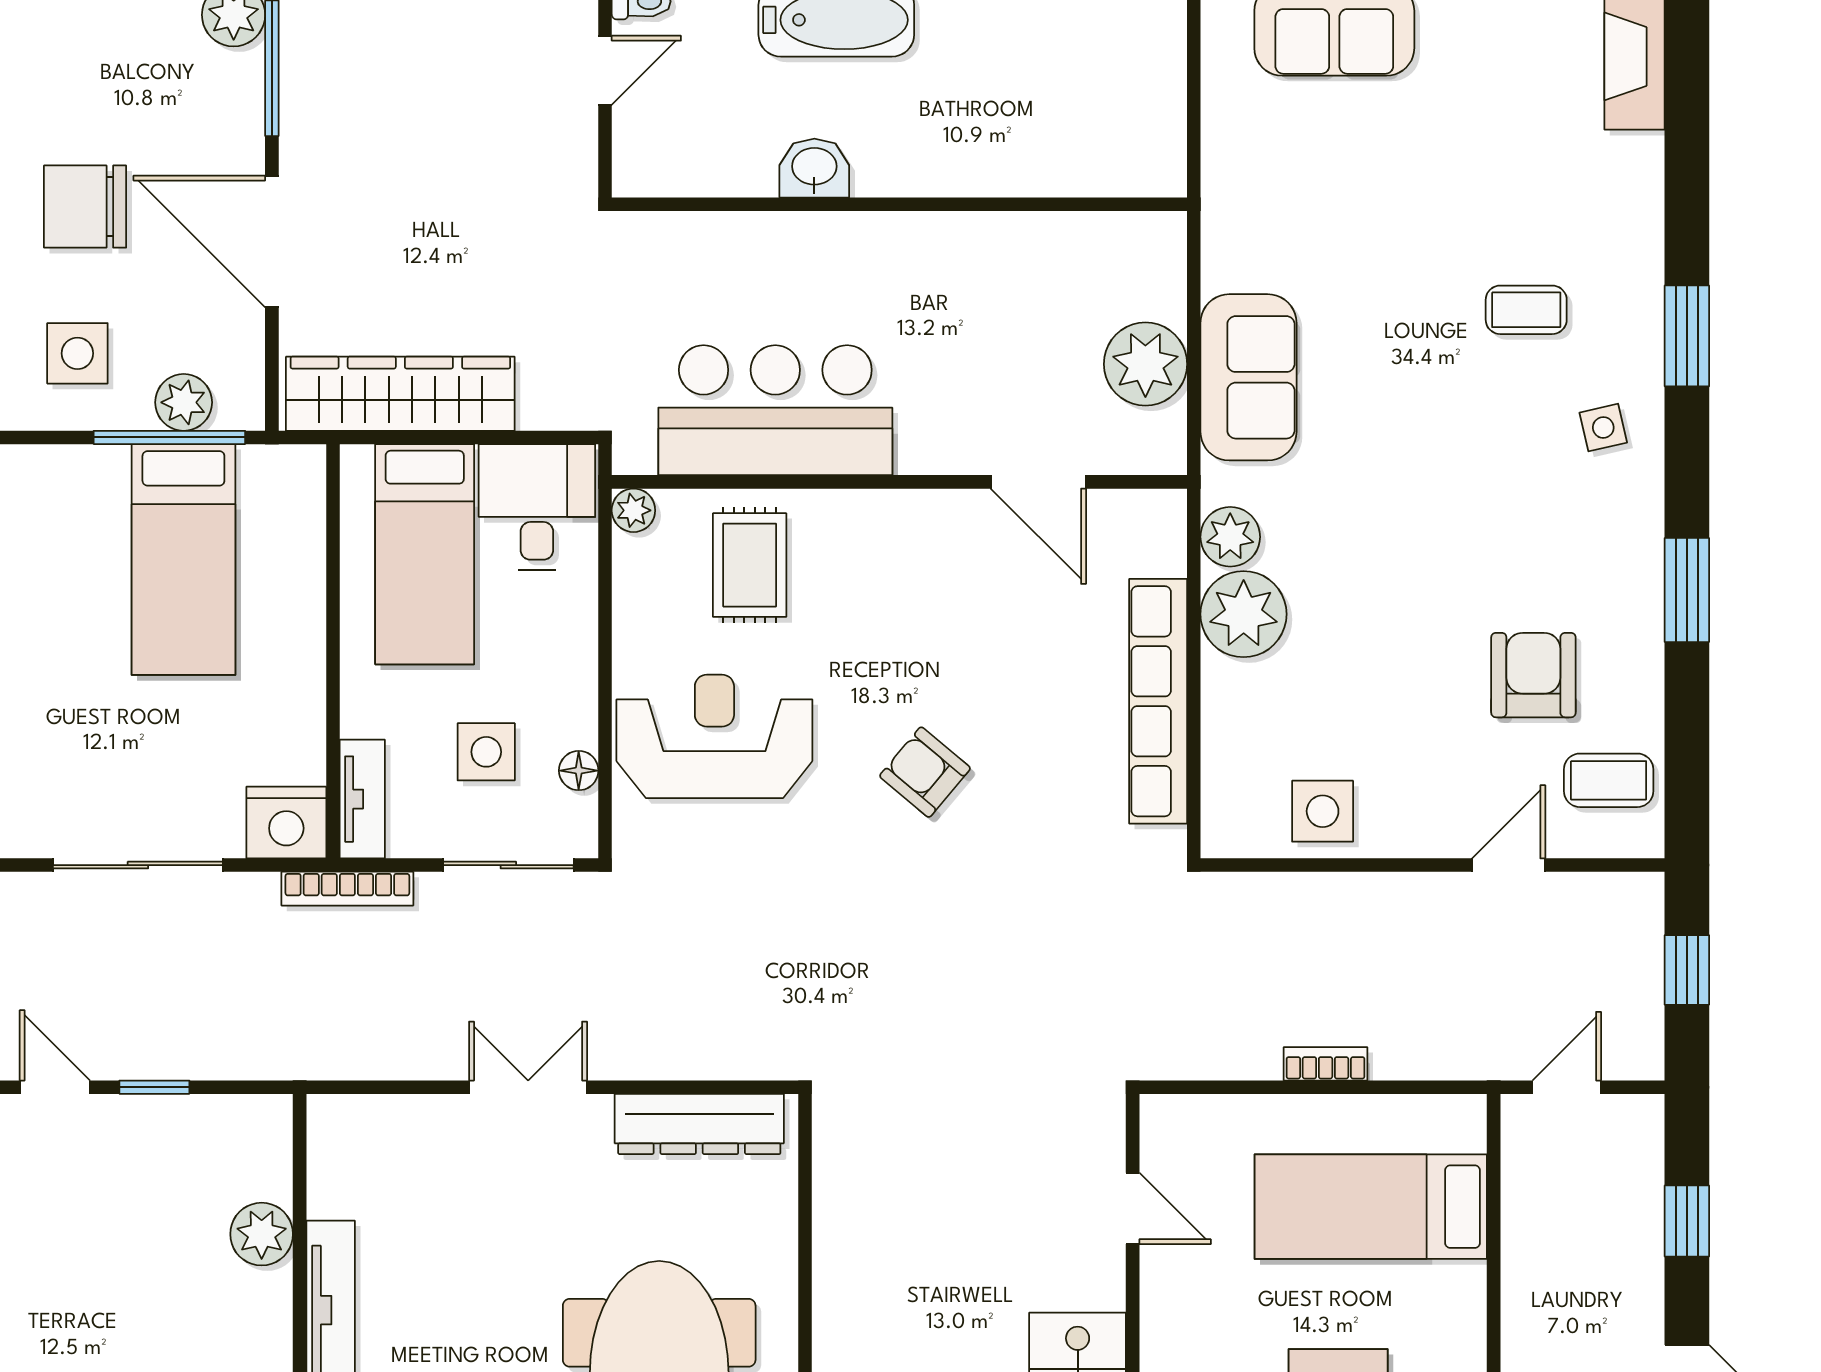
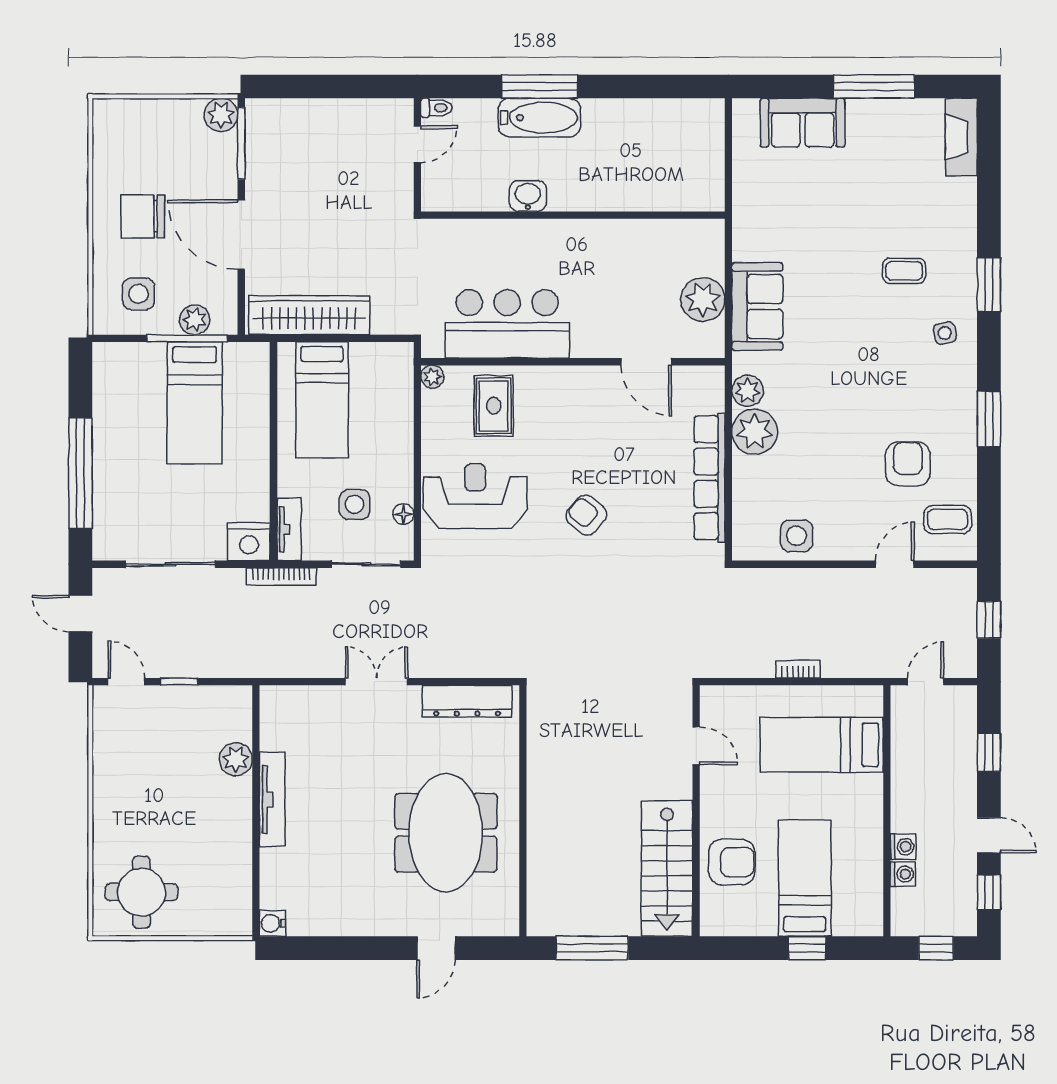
desk: (537, 507) -> (381, 375), removed

